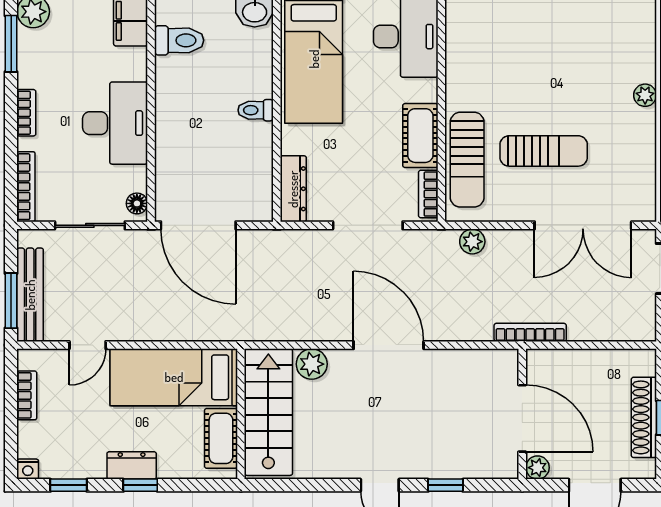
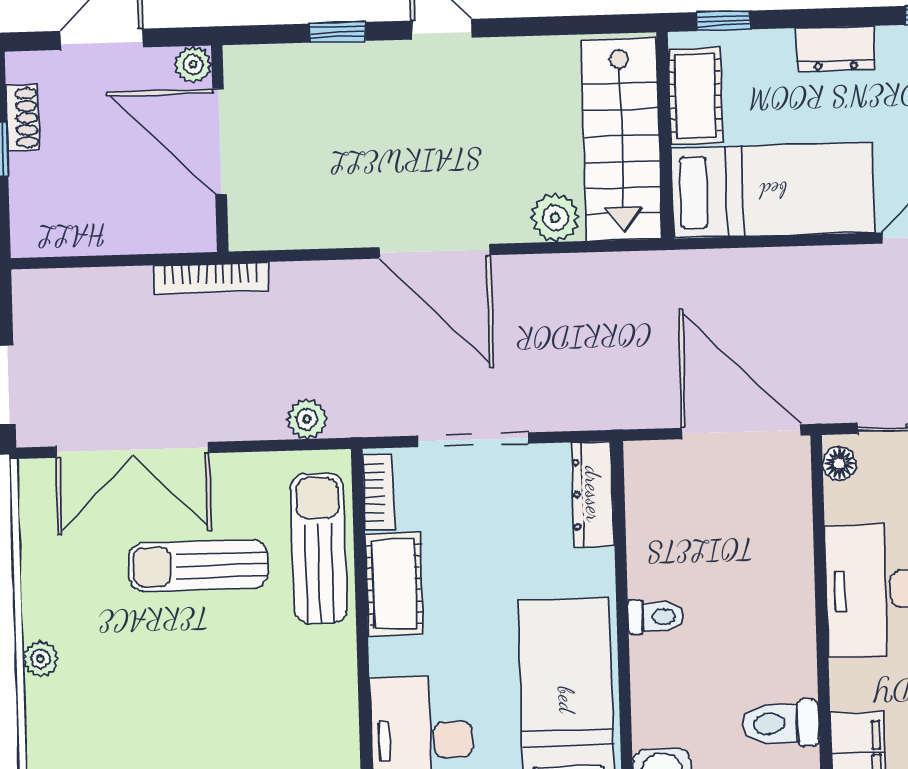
double door: (583, 225) -> (132, 450), swing flipped
shoe rack: (644, 417) -> (22, 118), width x0.51, depth x0.81
window: (140, 485) -> (723, 21), moved

